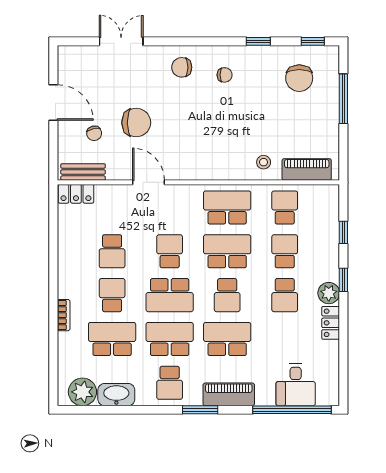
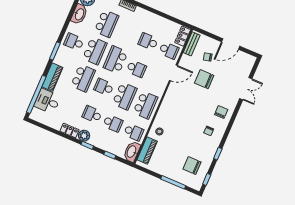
chair: (136, 123) -> (204, 79), turned 90
washbasin: (321, 196) -> (132, 152), added
school desk: (112, 295) -> (169, 50), moved
piano: (229, 394) -> (52, 77), moved

